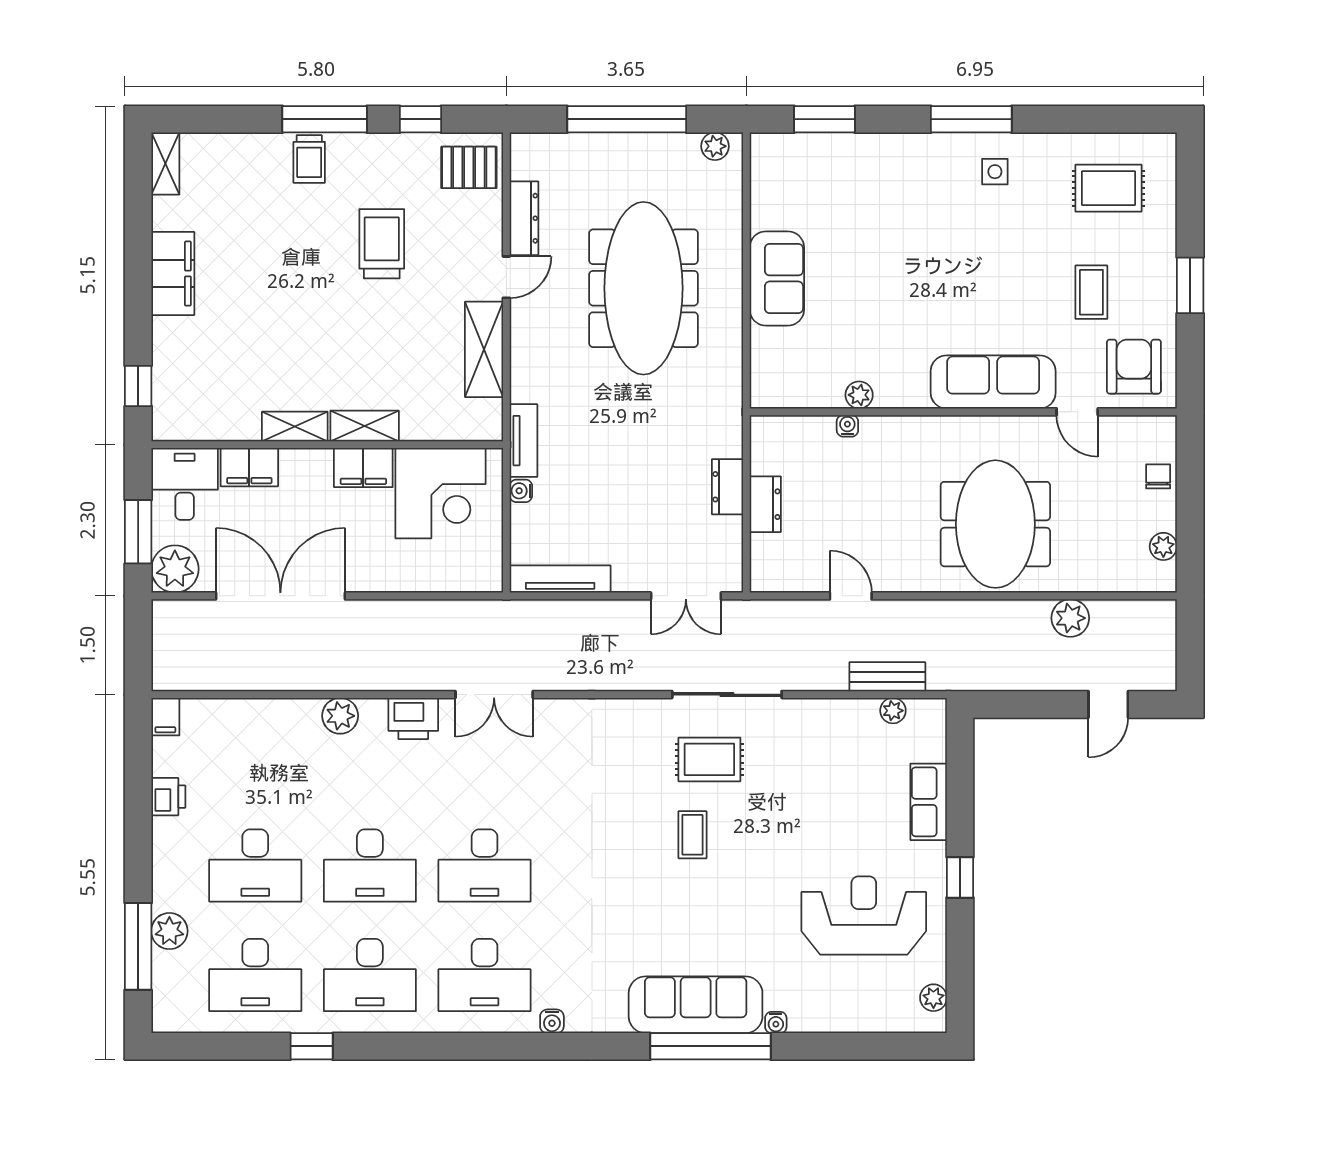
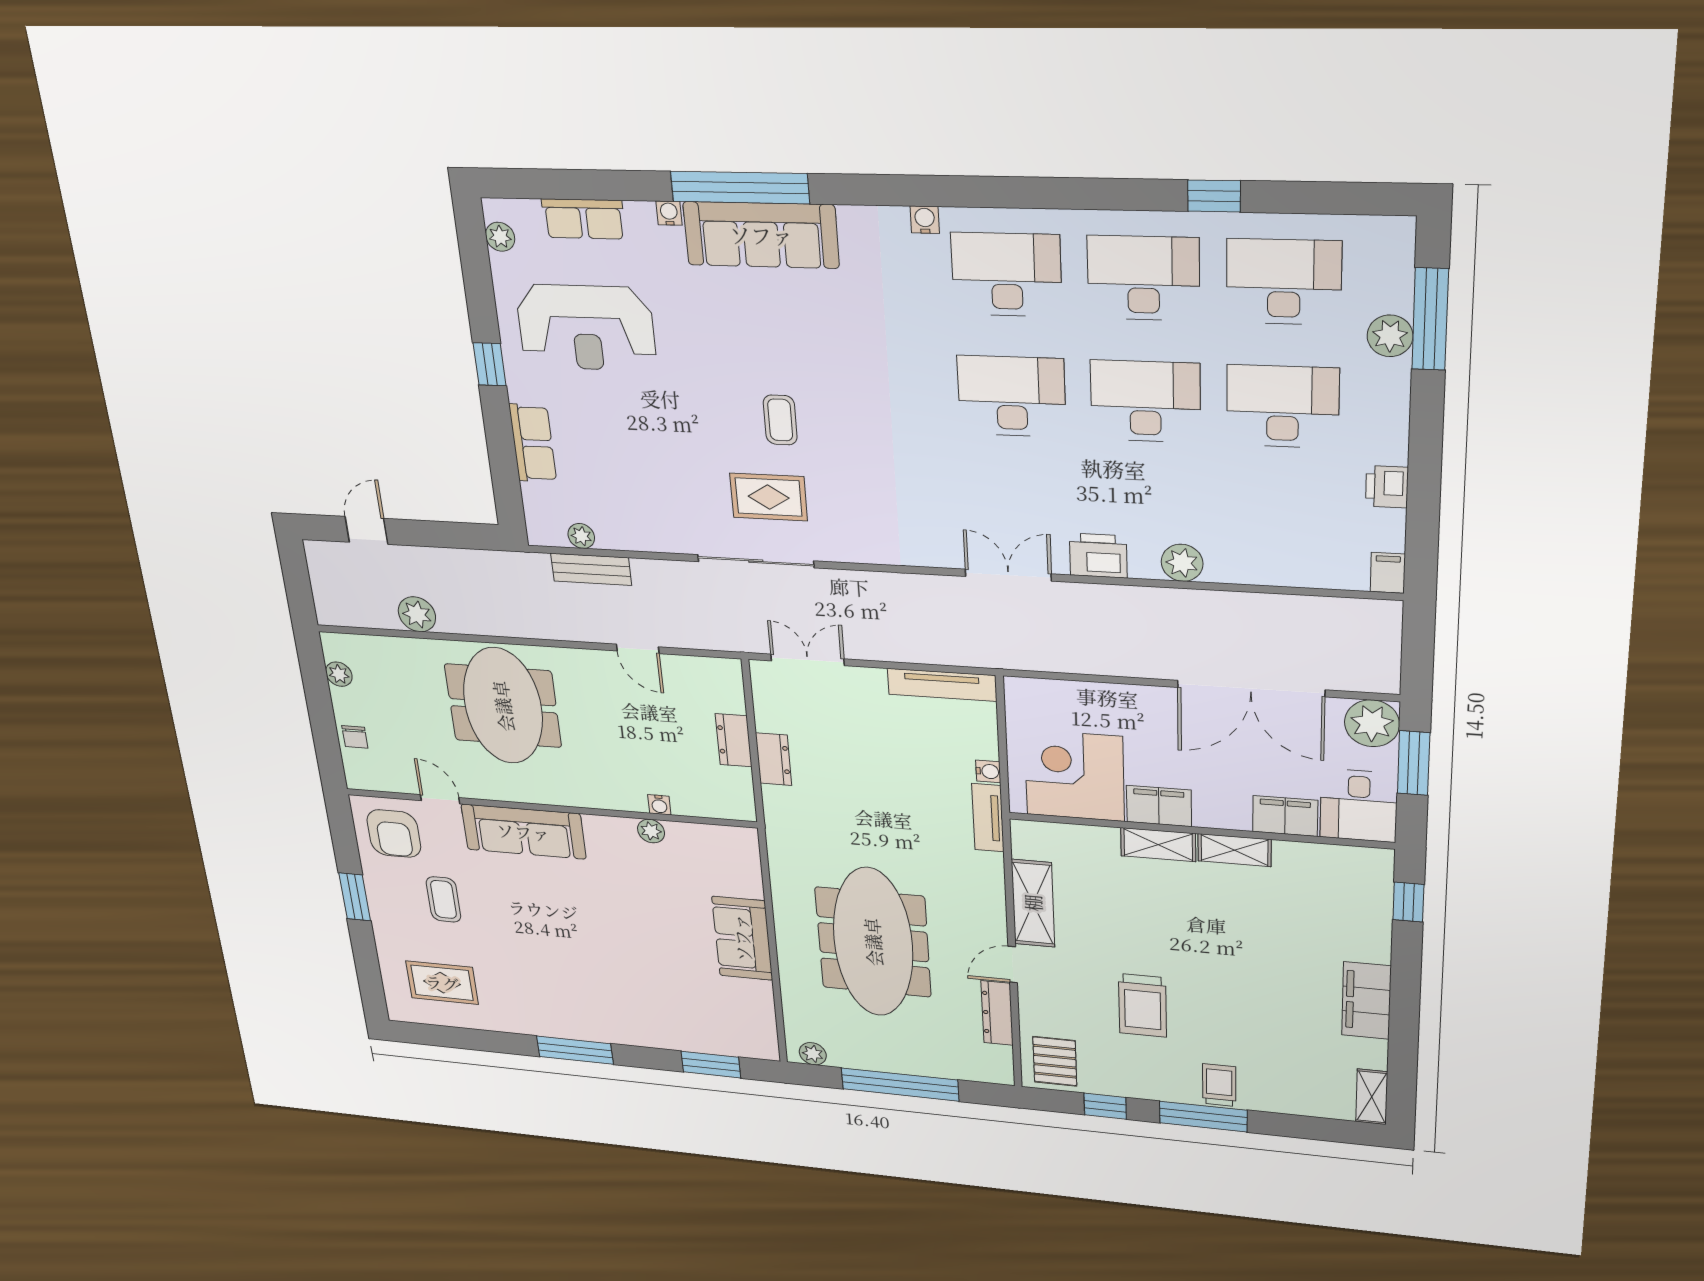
pallet: (469, 167) -> (1055, 1061), turned 90
side table: (995, 172) -> (547, 1006), removed
row of seats: (854, 1016) -> (584, 219), added

